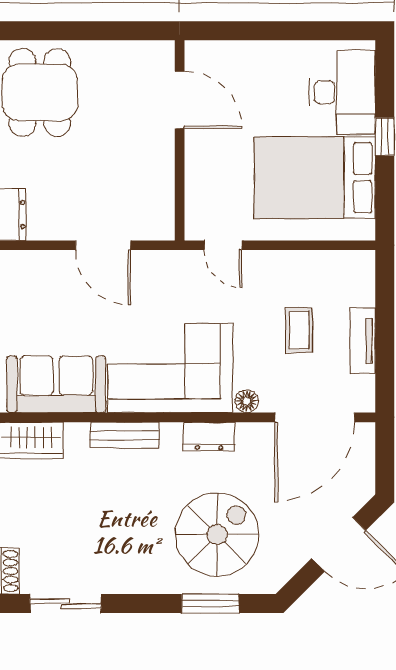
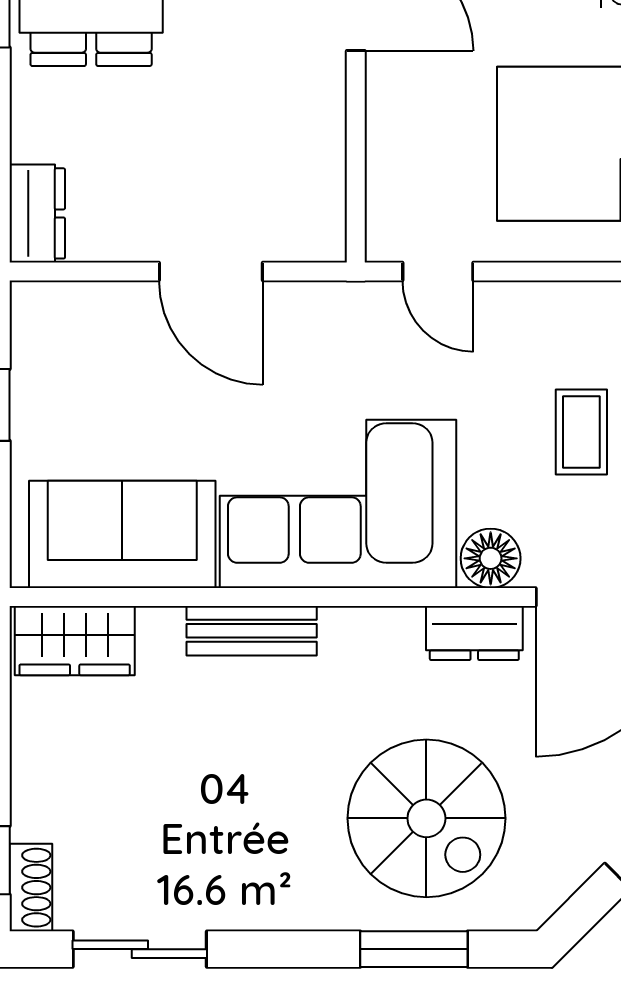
floor lamp: (247, 401) -> (491, 558), width x1.37, depth x1.37
dresser: (209, 436) -> (474, 633), moved
spiral stairs: (217, 534) -> (426, 818), turned 90

